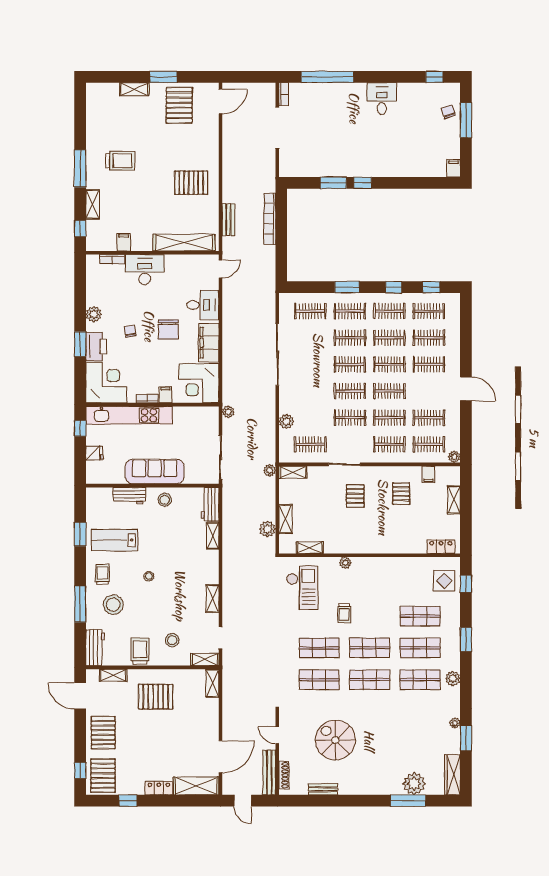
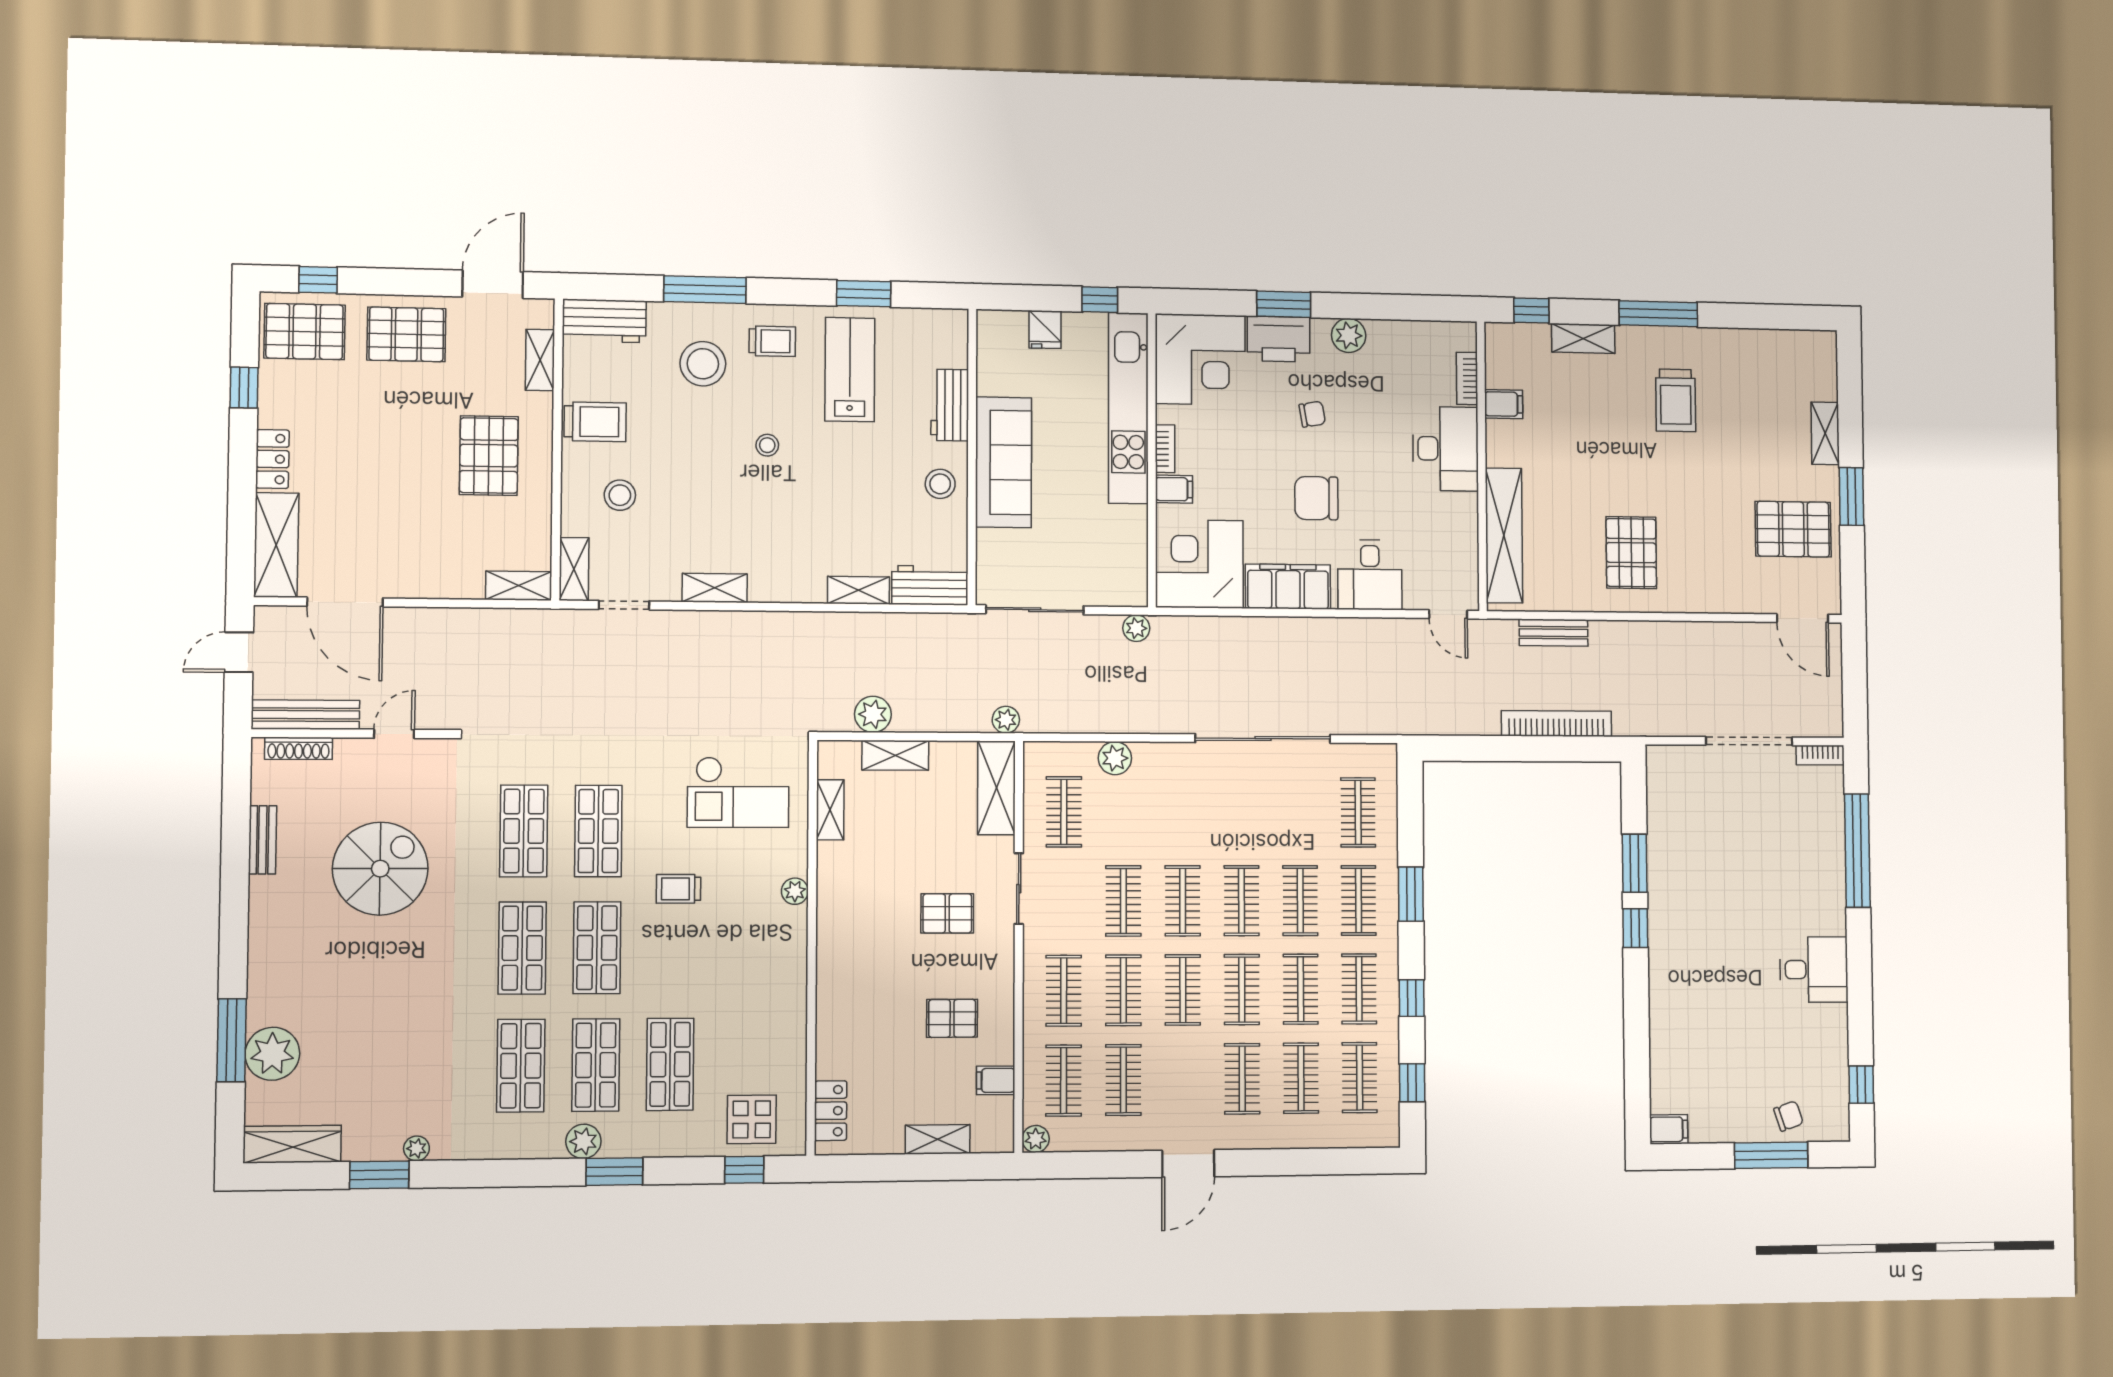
shelving: (293, 472) -> (996, 788), width x1.50, depth x1.33
plant: (453, 678) -> (583, 1141), moved

